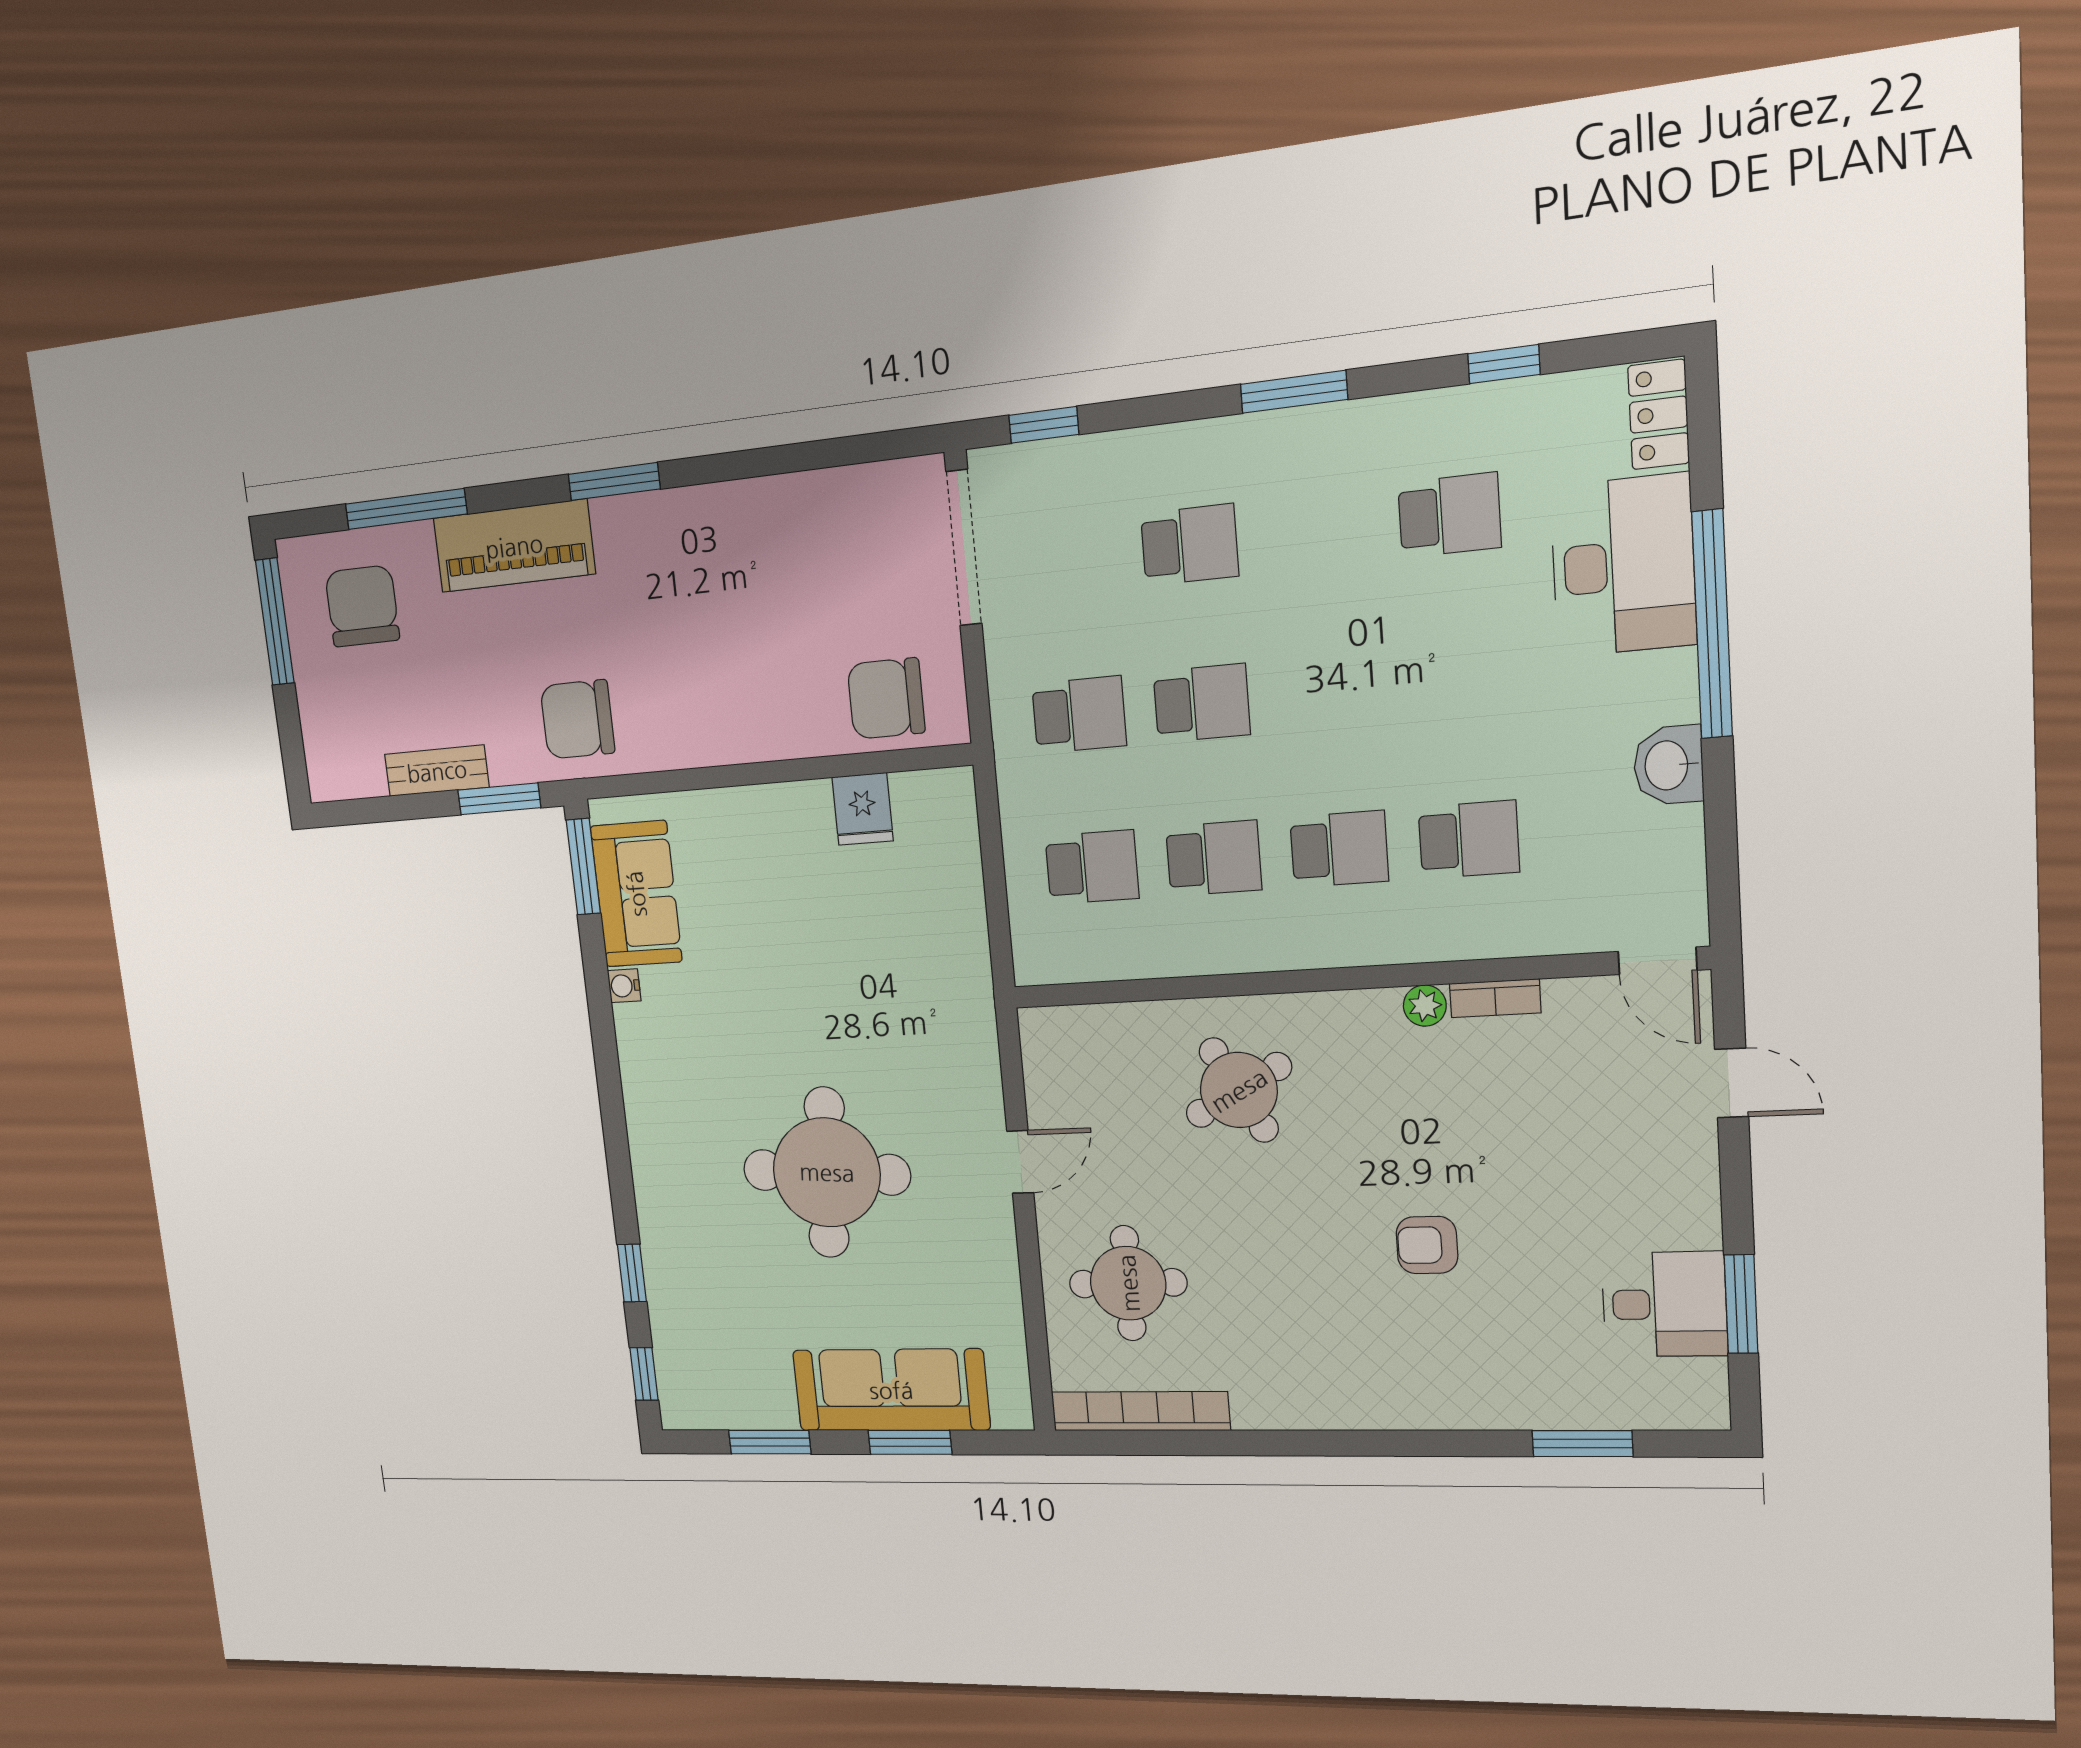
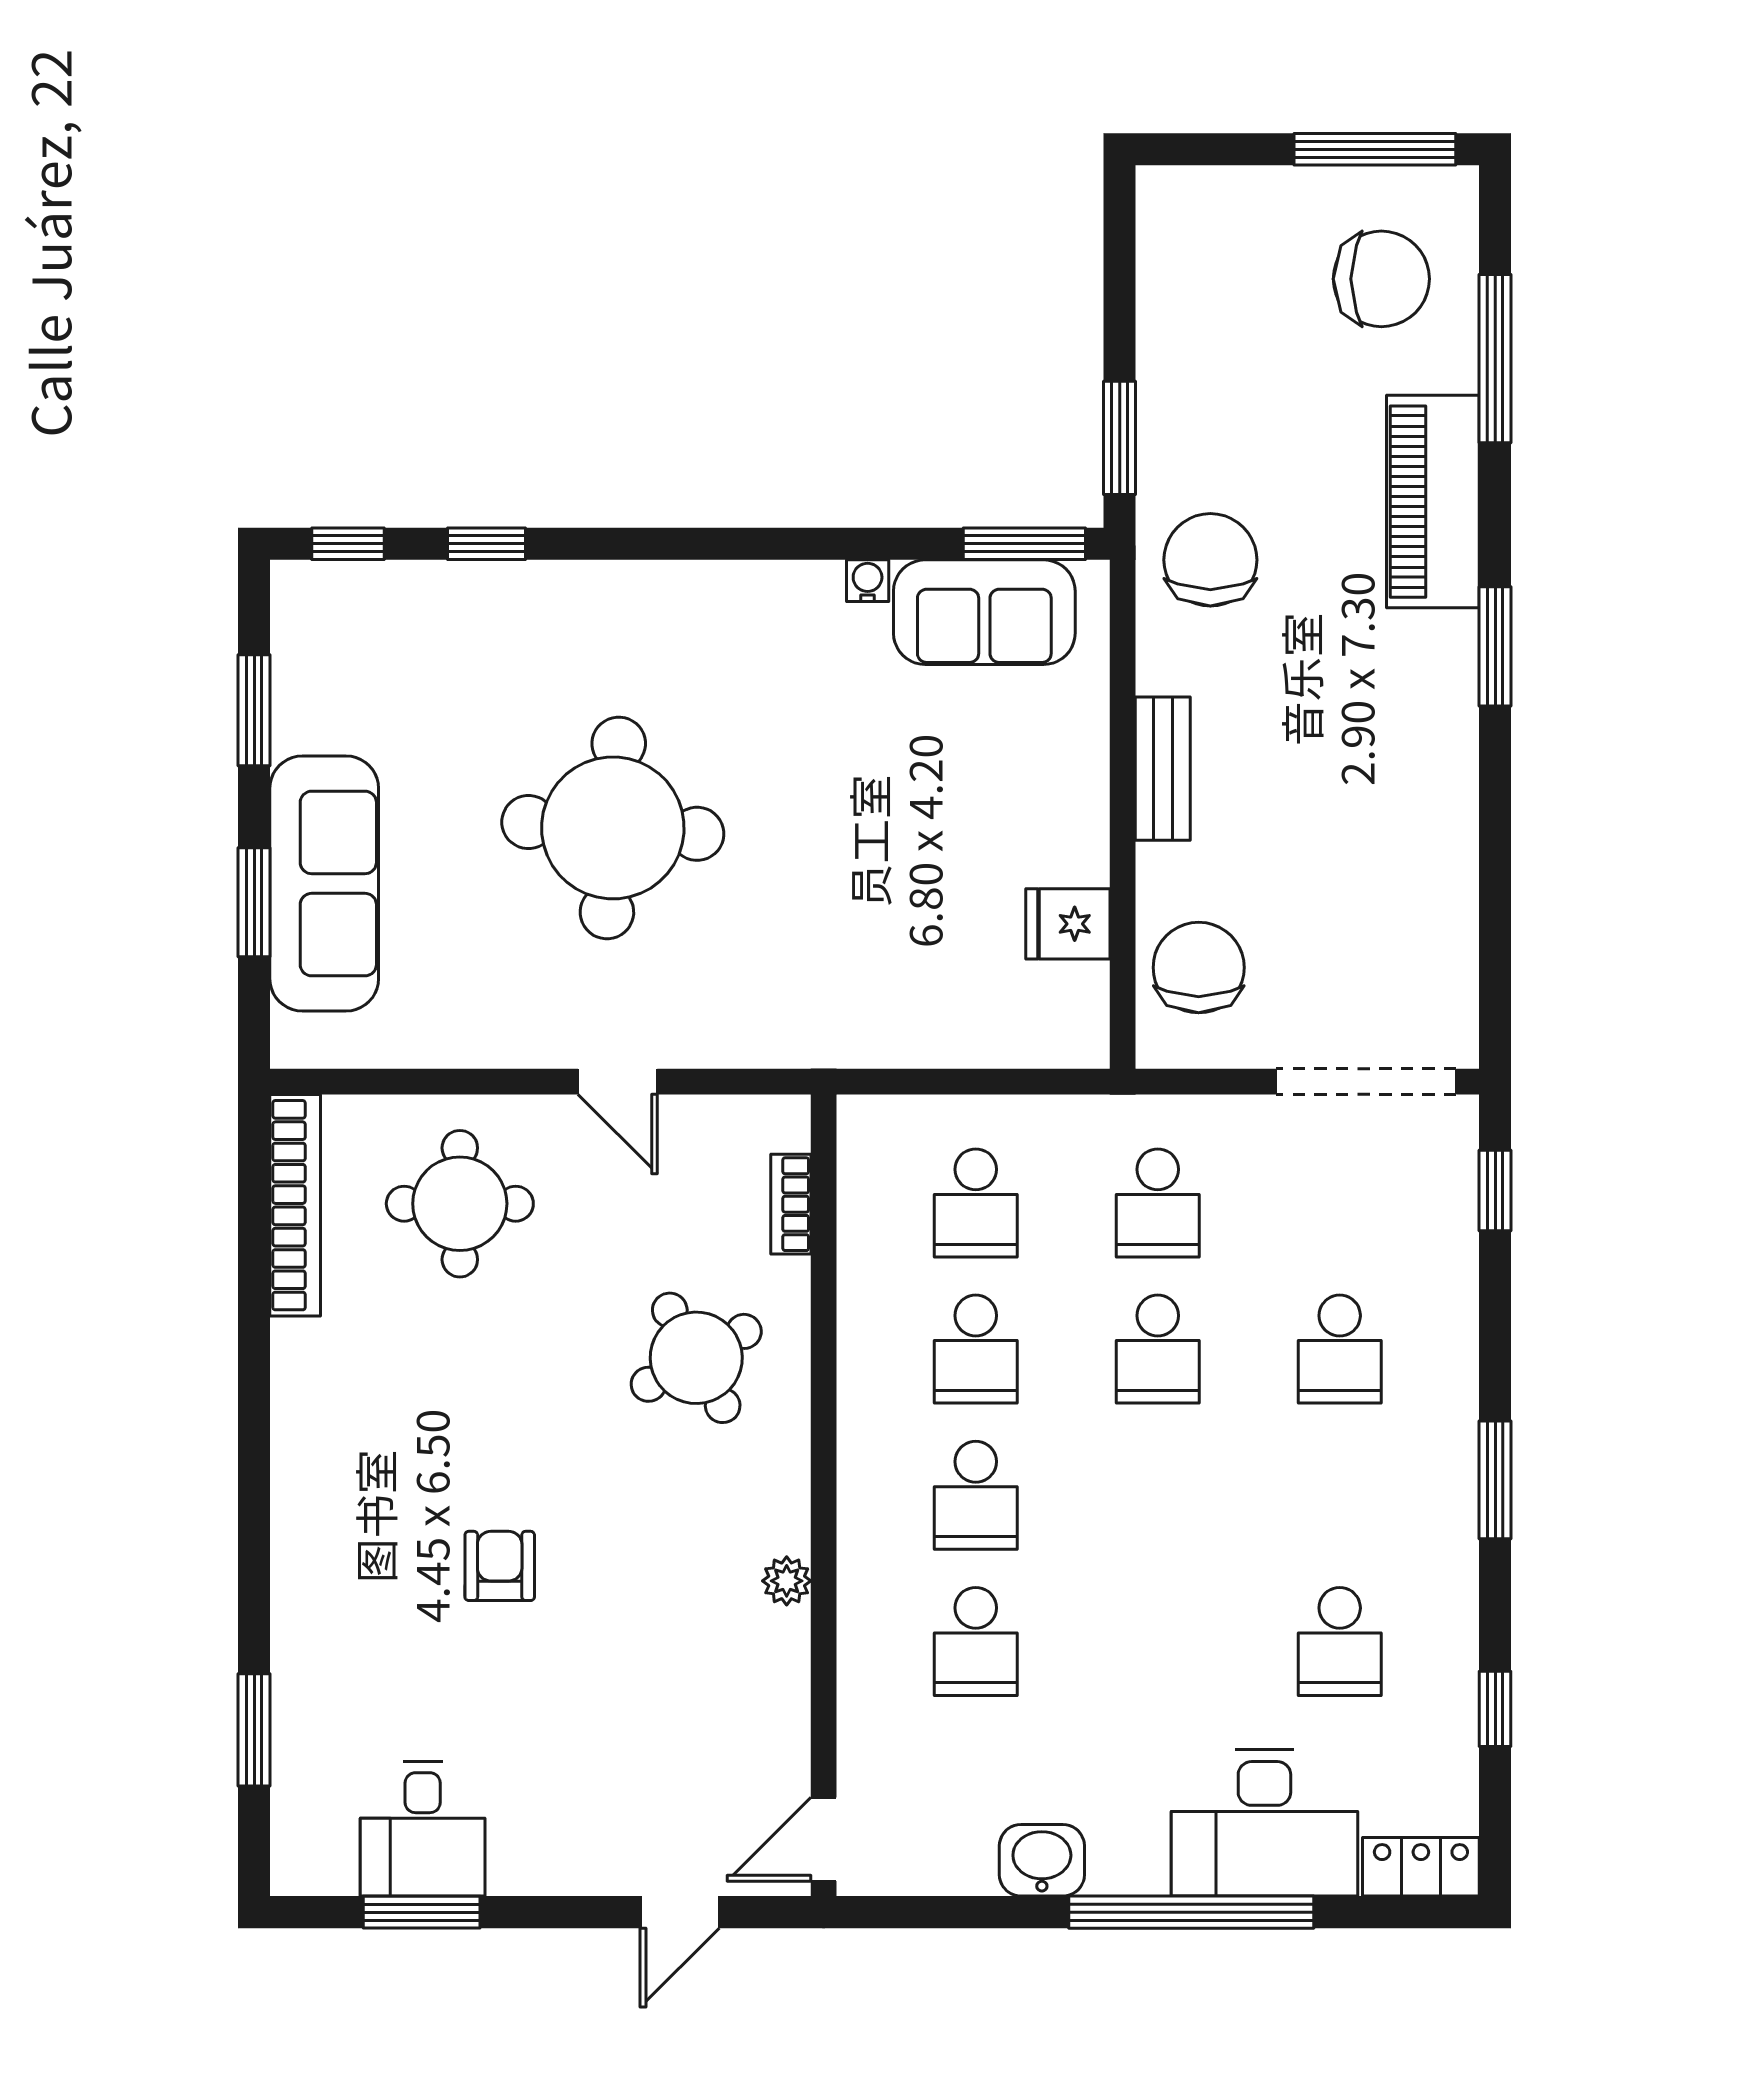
bench: (437, 771) -> (1163, 769), moved
bookcase: (1495, 998) -> (791, 1204), moved

